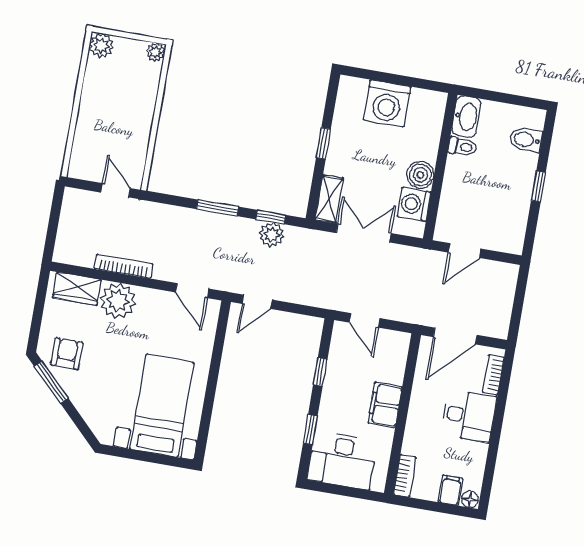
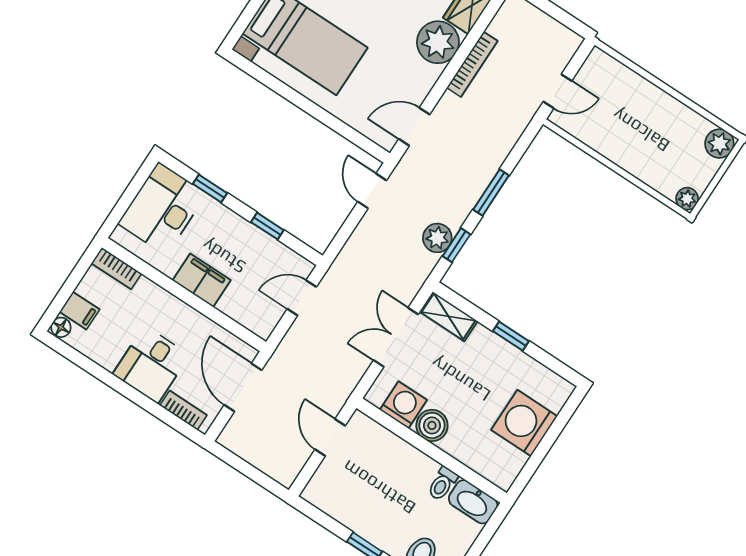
double door: (364, 233) -> (396, 337), swing flipped

